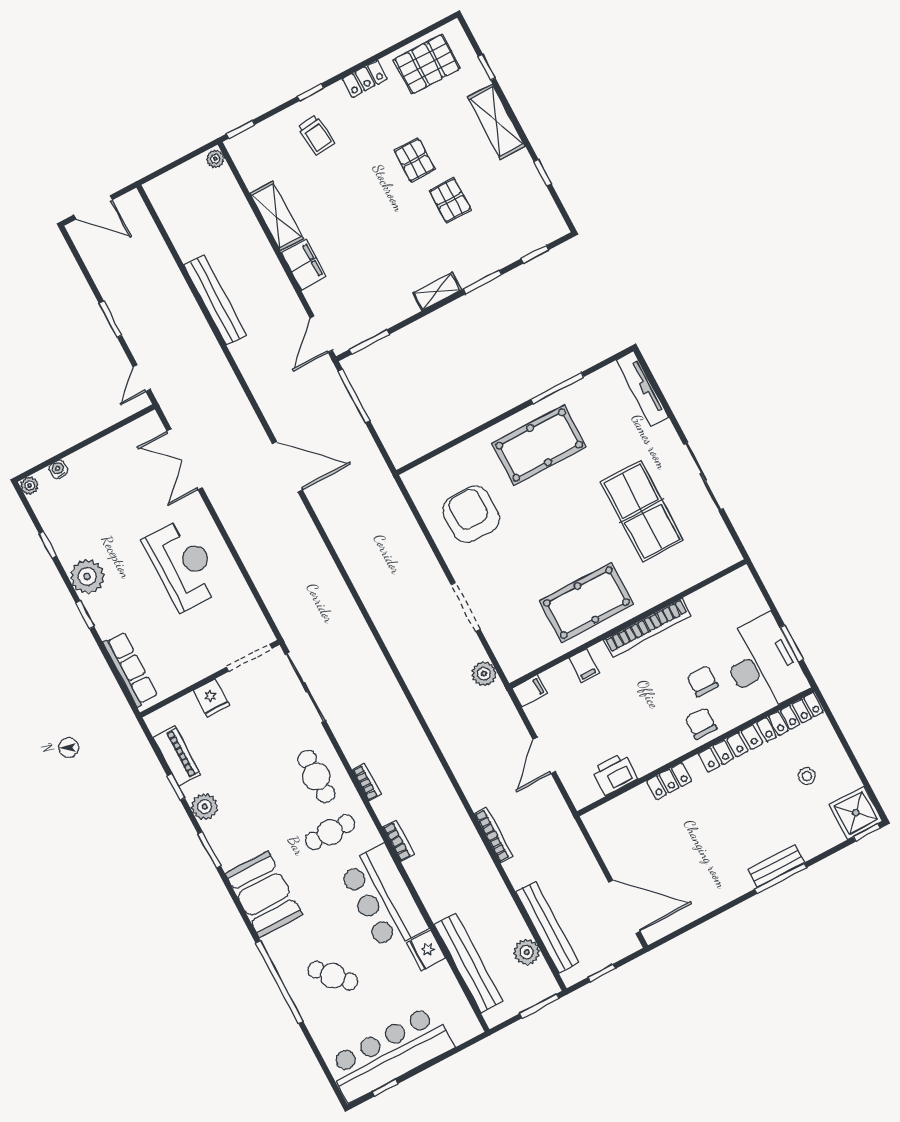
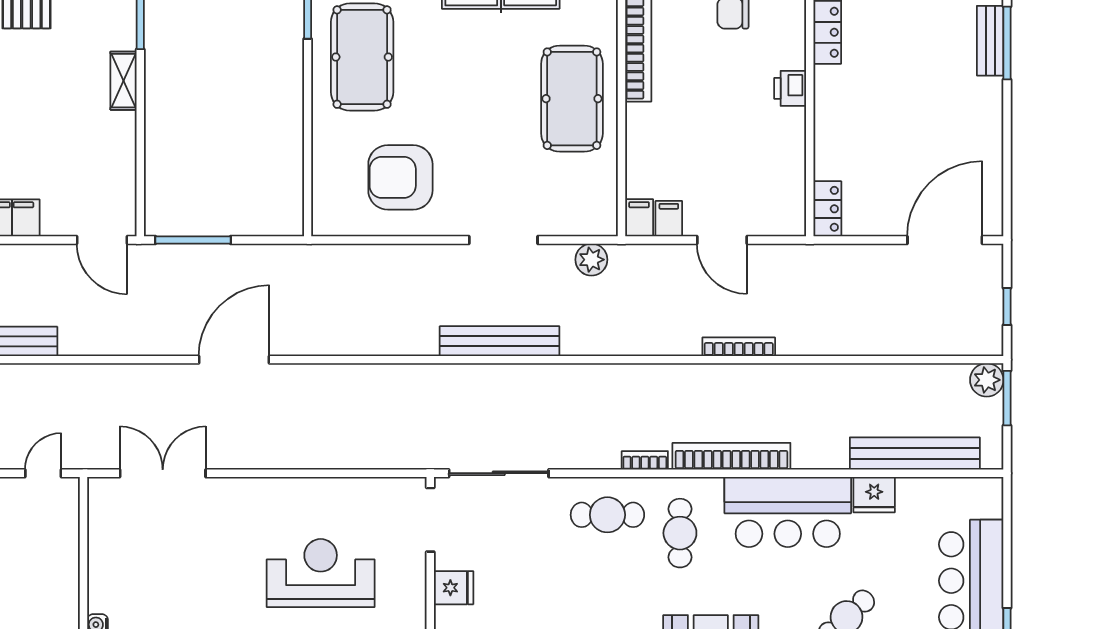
window: (369, 342) -> (140, 189), removed
door: (142, 378) -> (43, 473), swing flipped
double door: (185, 459) -> (163, 473), swing flipped
reception desk: (183, 565) -> (321, 573), moved
filing cabinet: (584, 666) -> (669, 219), moved, turned -90
chair: (701, 723) -> (780, 40), removed
printer: (615, 774) -> (790, 88), moved, width x0.73, depth x0.81
locker: (669, 781) -> (827, 209), moved
bookcase: (494, 835) -> (739, 347), moved
bookcase: (399, 841) -> (731, 456), width x2.31, depth x1.31
bench: (547, 927) -> (500, 341), moved
plant: (527, 952) -> (987, 380), moved

